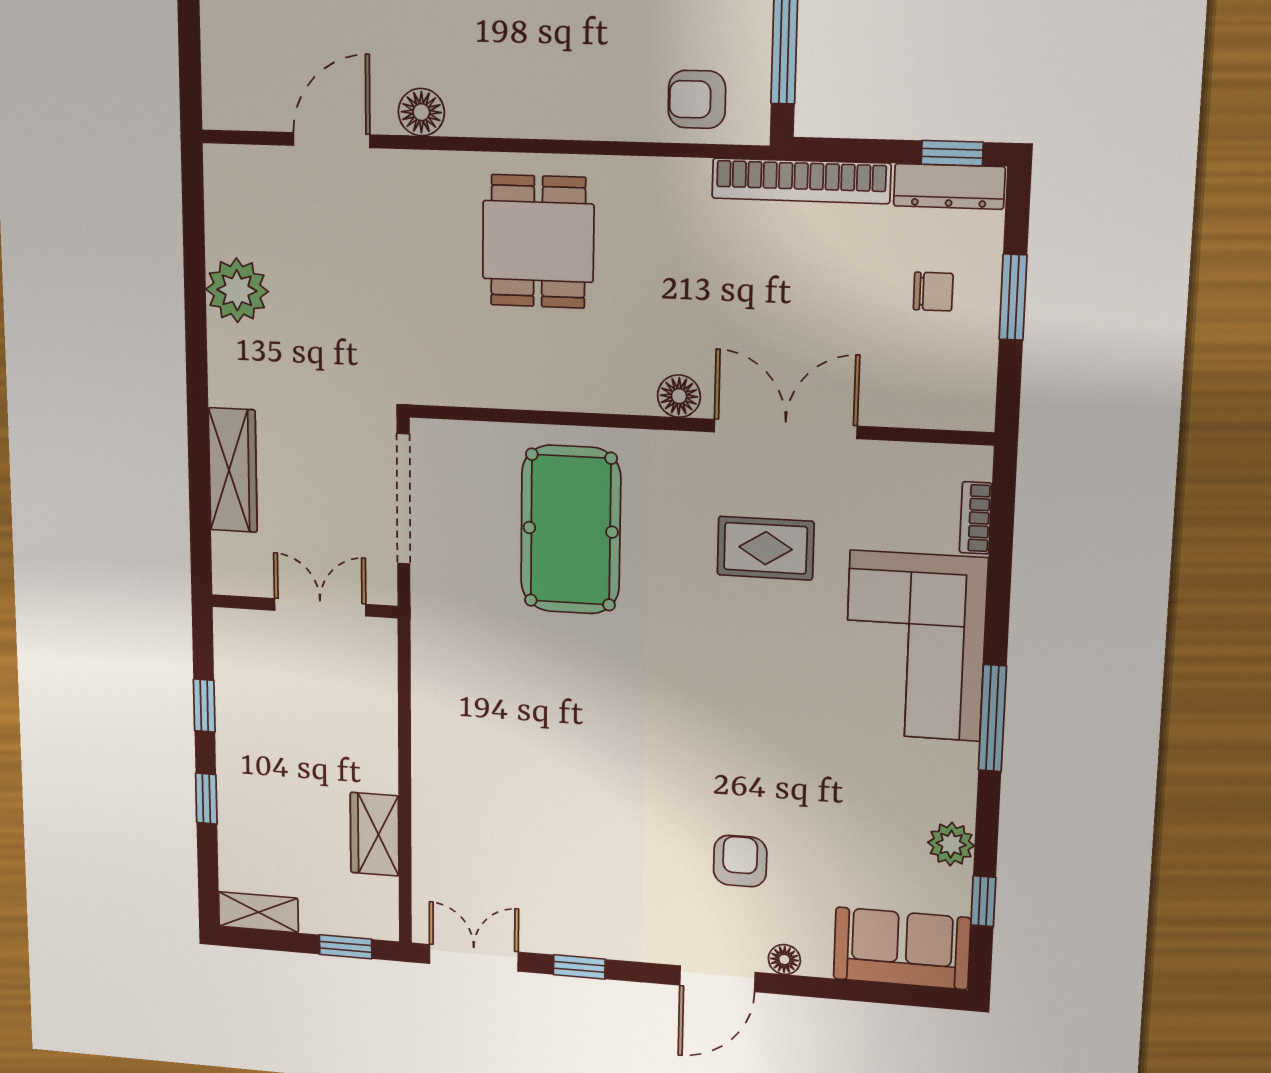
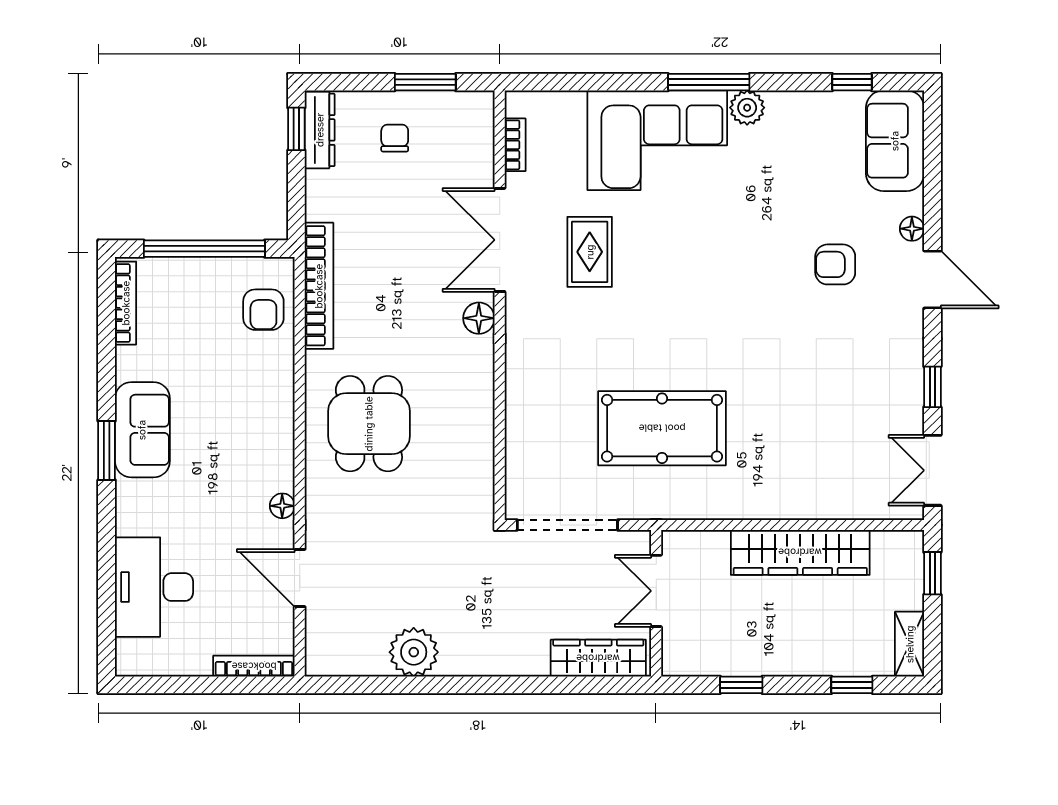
bookcase: (215, 74) -> (254, 666), added
floor lamp: (421, 112) -> (282, 506), width x0.73, depth x0.73
bookcase: (801, 181) -> (319, 286), moved
dining table: (538, 241) -> (369, 424), turned 90
window: (1013, 297) -> (425, 82), moved
wardrobe: (233, 470) -> (598, 658), moved
bookcase: (976, 518) -> (515, 145), moved, turned -90
pool table: (571, 530) -> (662, 428), moved
window: (206, 799) -> (852, 685), moved
wardrobe: (375, 834) -> (800, 552), width x2.10, depth x1.17
plant: (951, 844) -> (747, 108), moved

